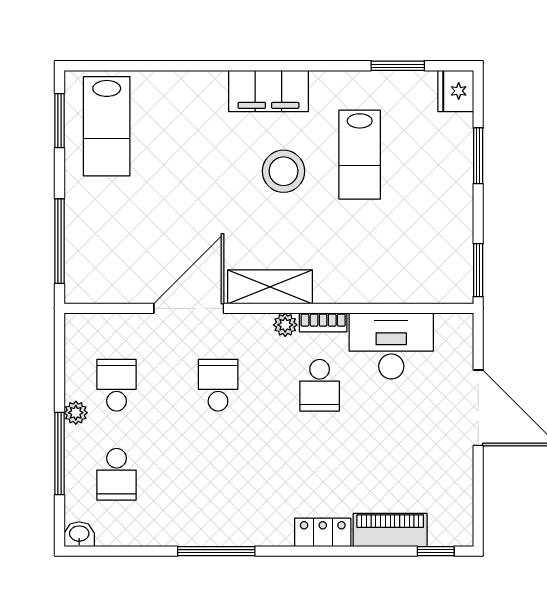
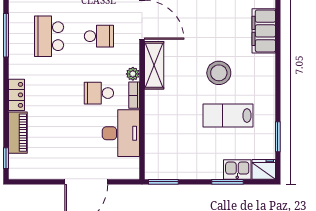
filing cabinet: (268, 91) -> (264, 31), moved
kitchen sink: (456, 138) -> (237, 169), added
school desk: (218, 474) -> (49, 36), added

